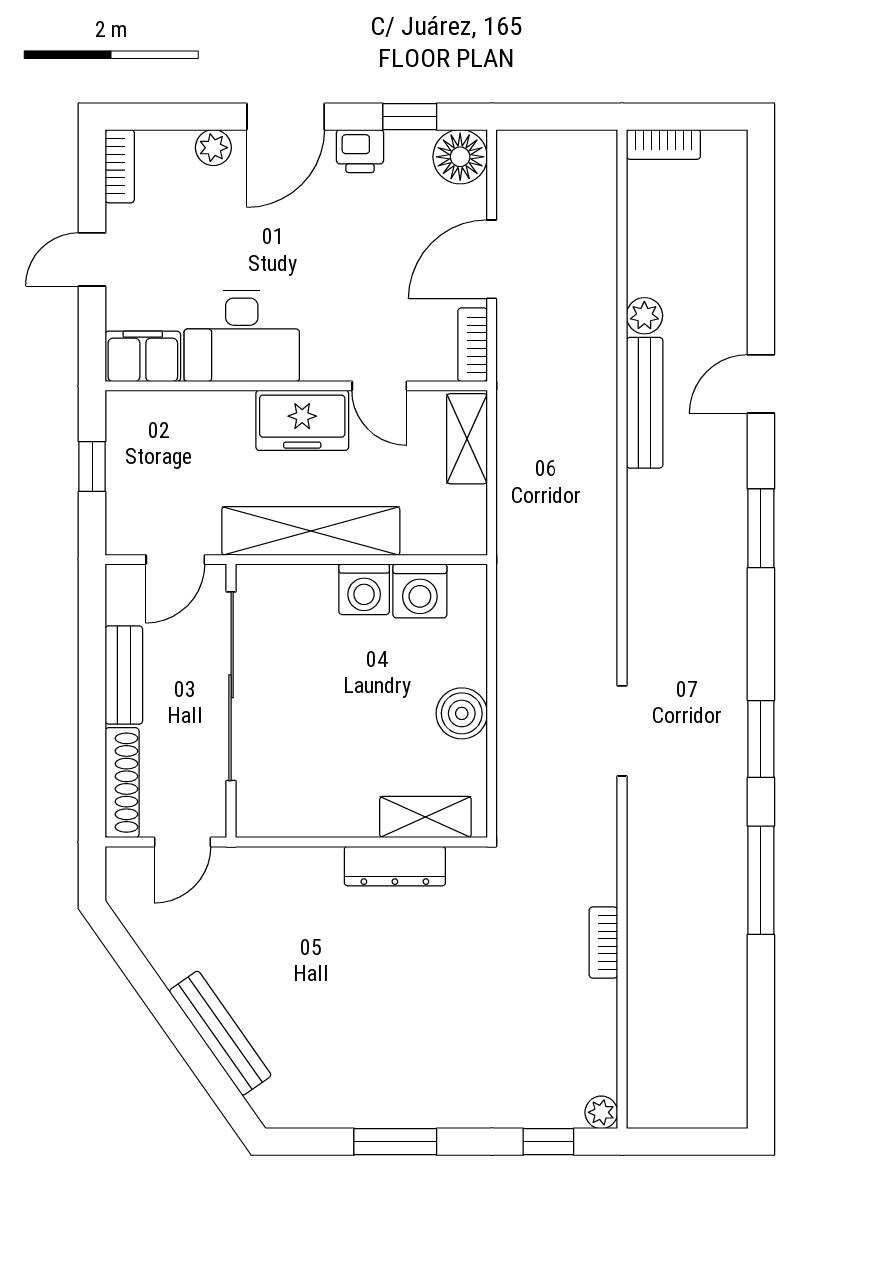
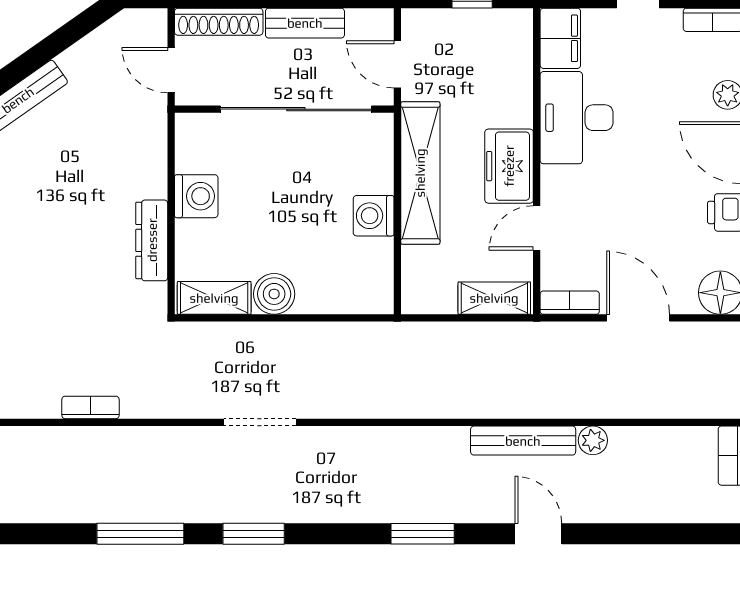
washing machine: (420, 591) -> (196, 196), moved, turned 180
shelving: (425, 817) -> (214, 298), moved, turned 90

